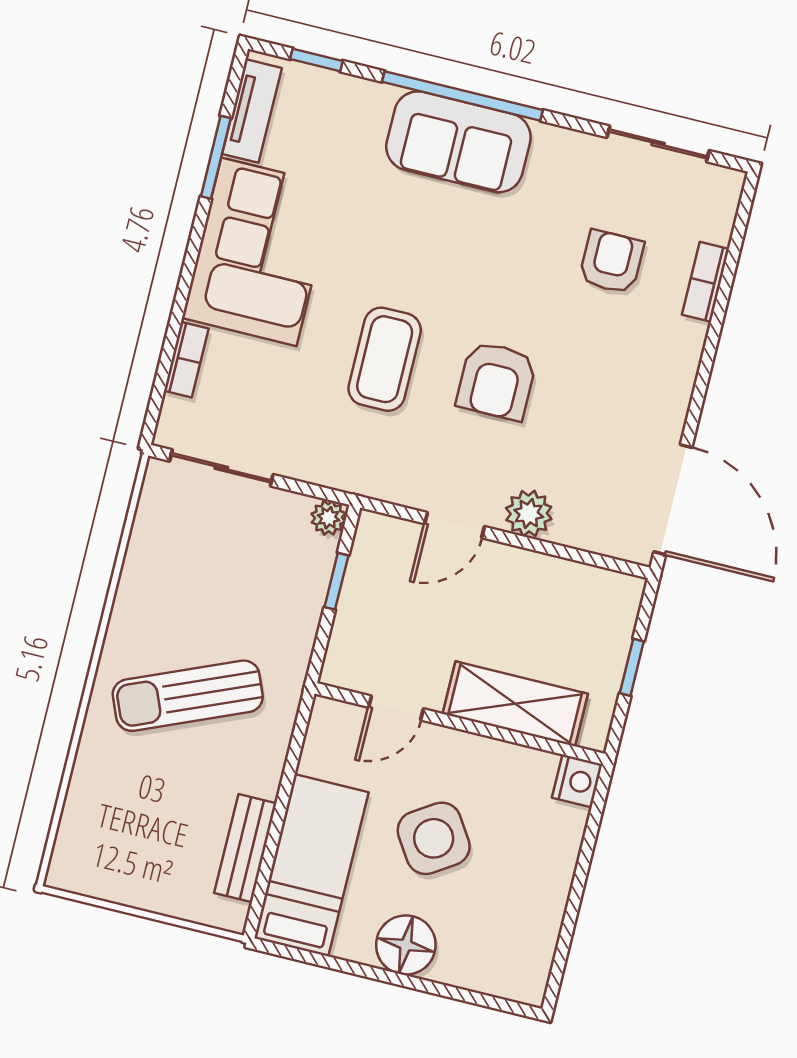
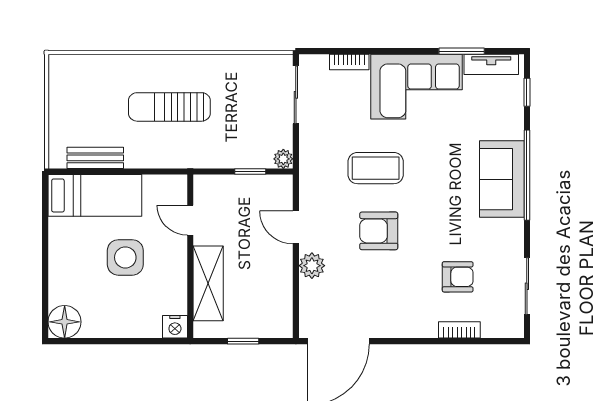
sun lounger: (188, 696) -> (169, 107), turned -67
side table: (434, 838) -> (125, 257), turned 33
floor lamp: (406, 945) -> (65, 322), moved

